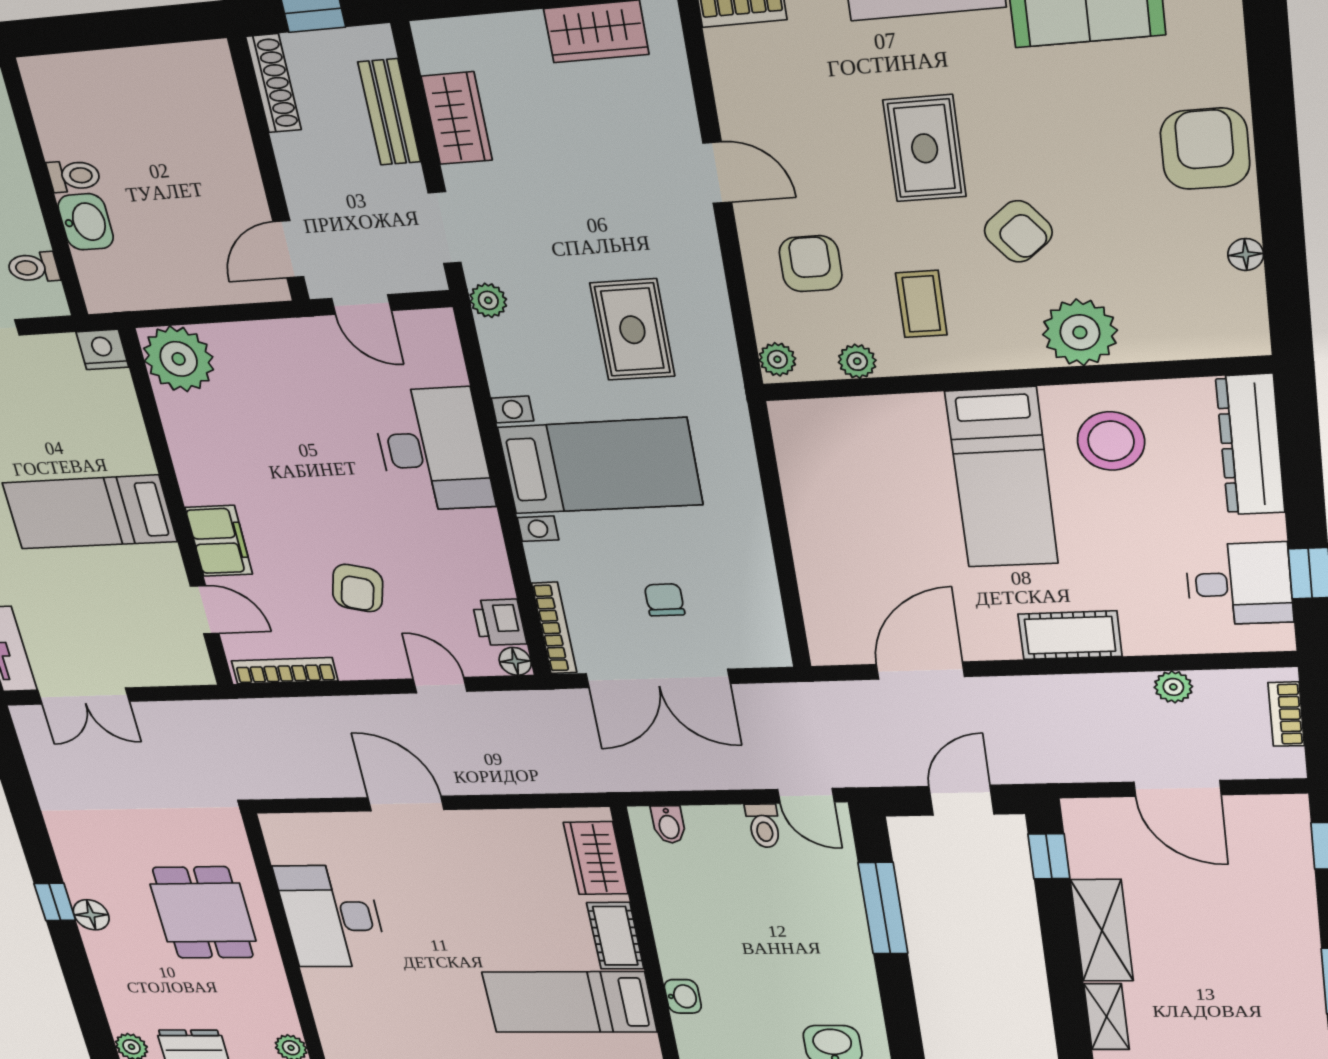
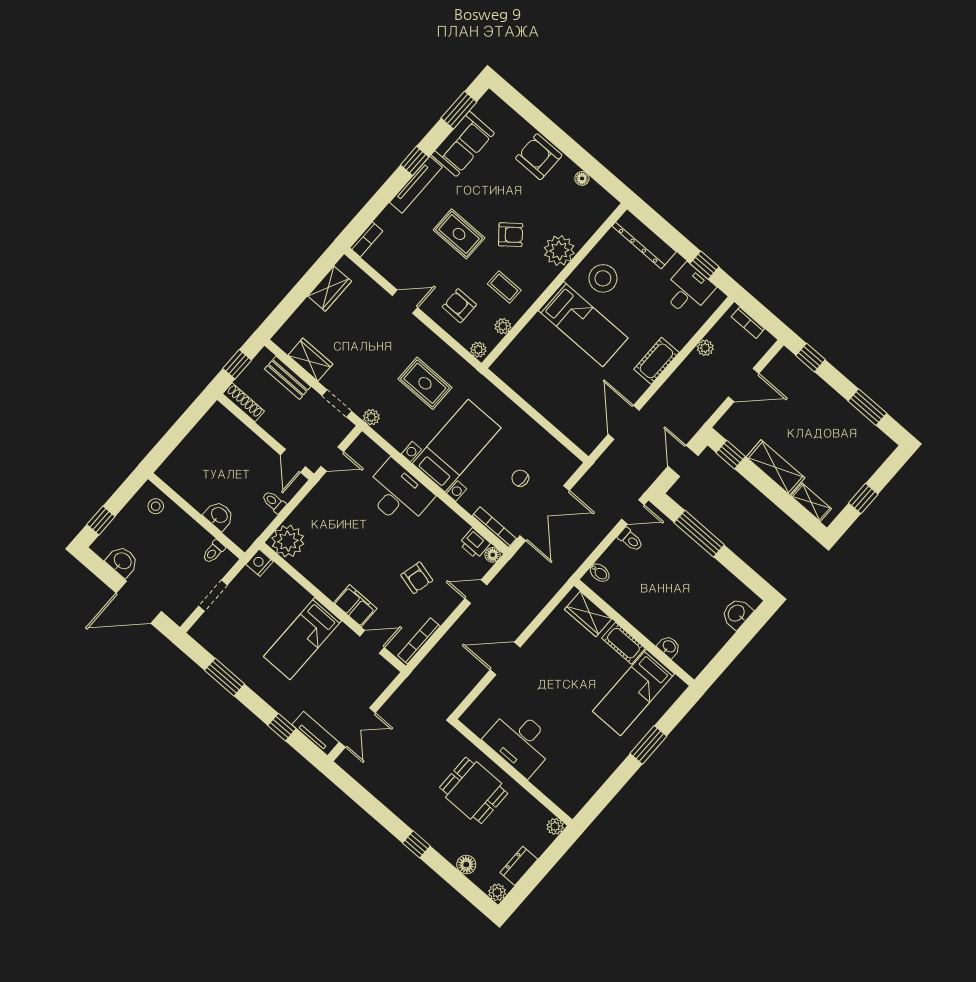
toilet: (74, 176) -> (274, 502), moved, turned -90
floor lamp: (91, 915) -> (466, 865), moved

